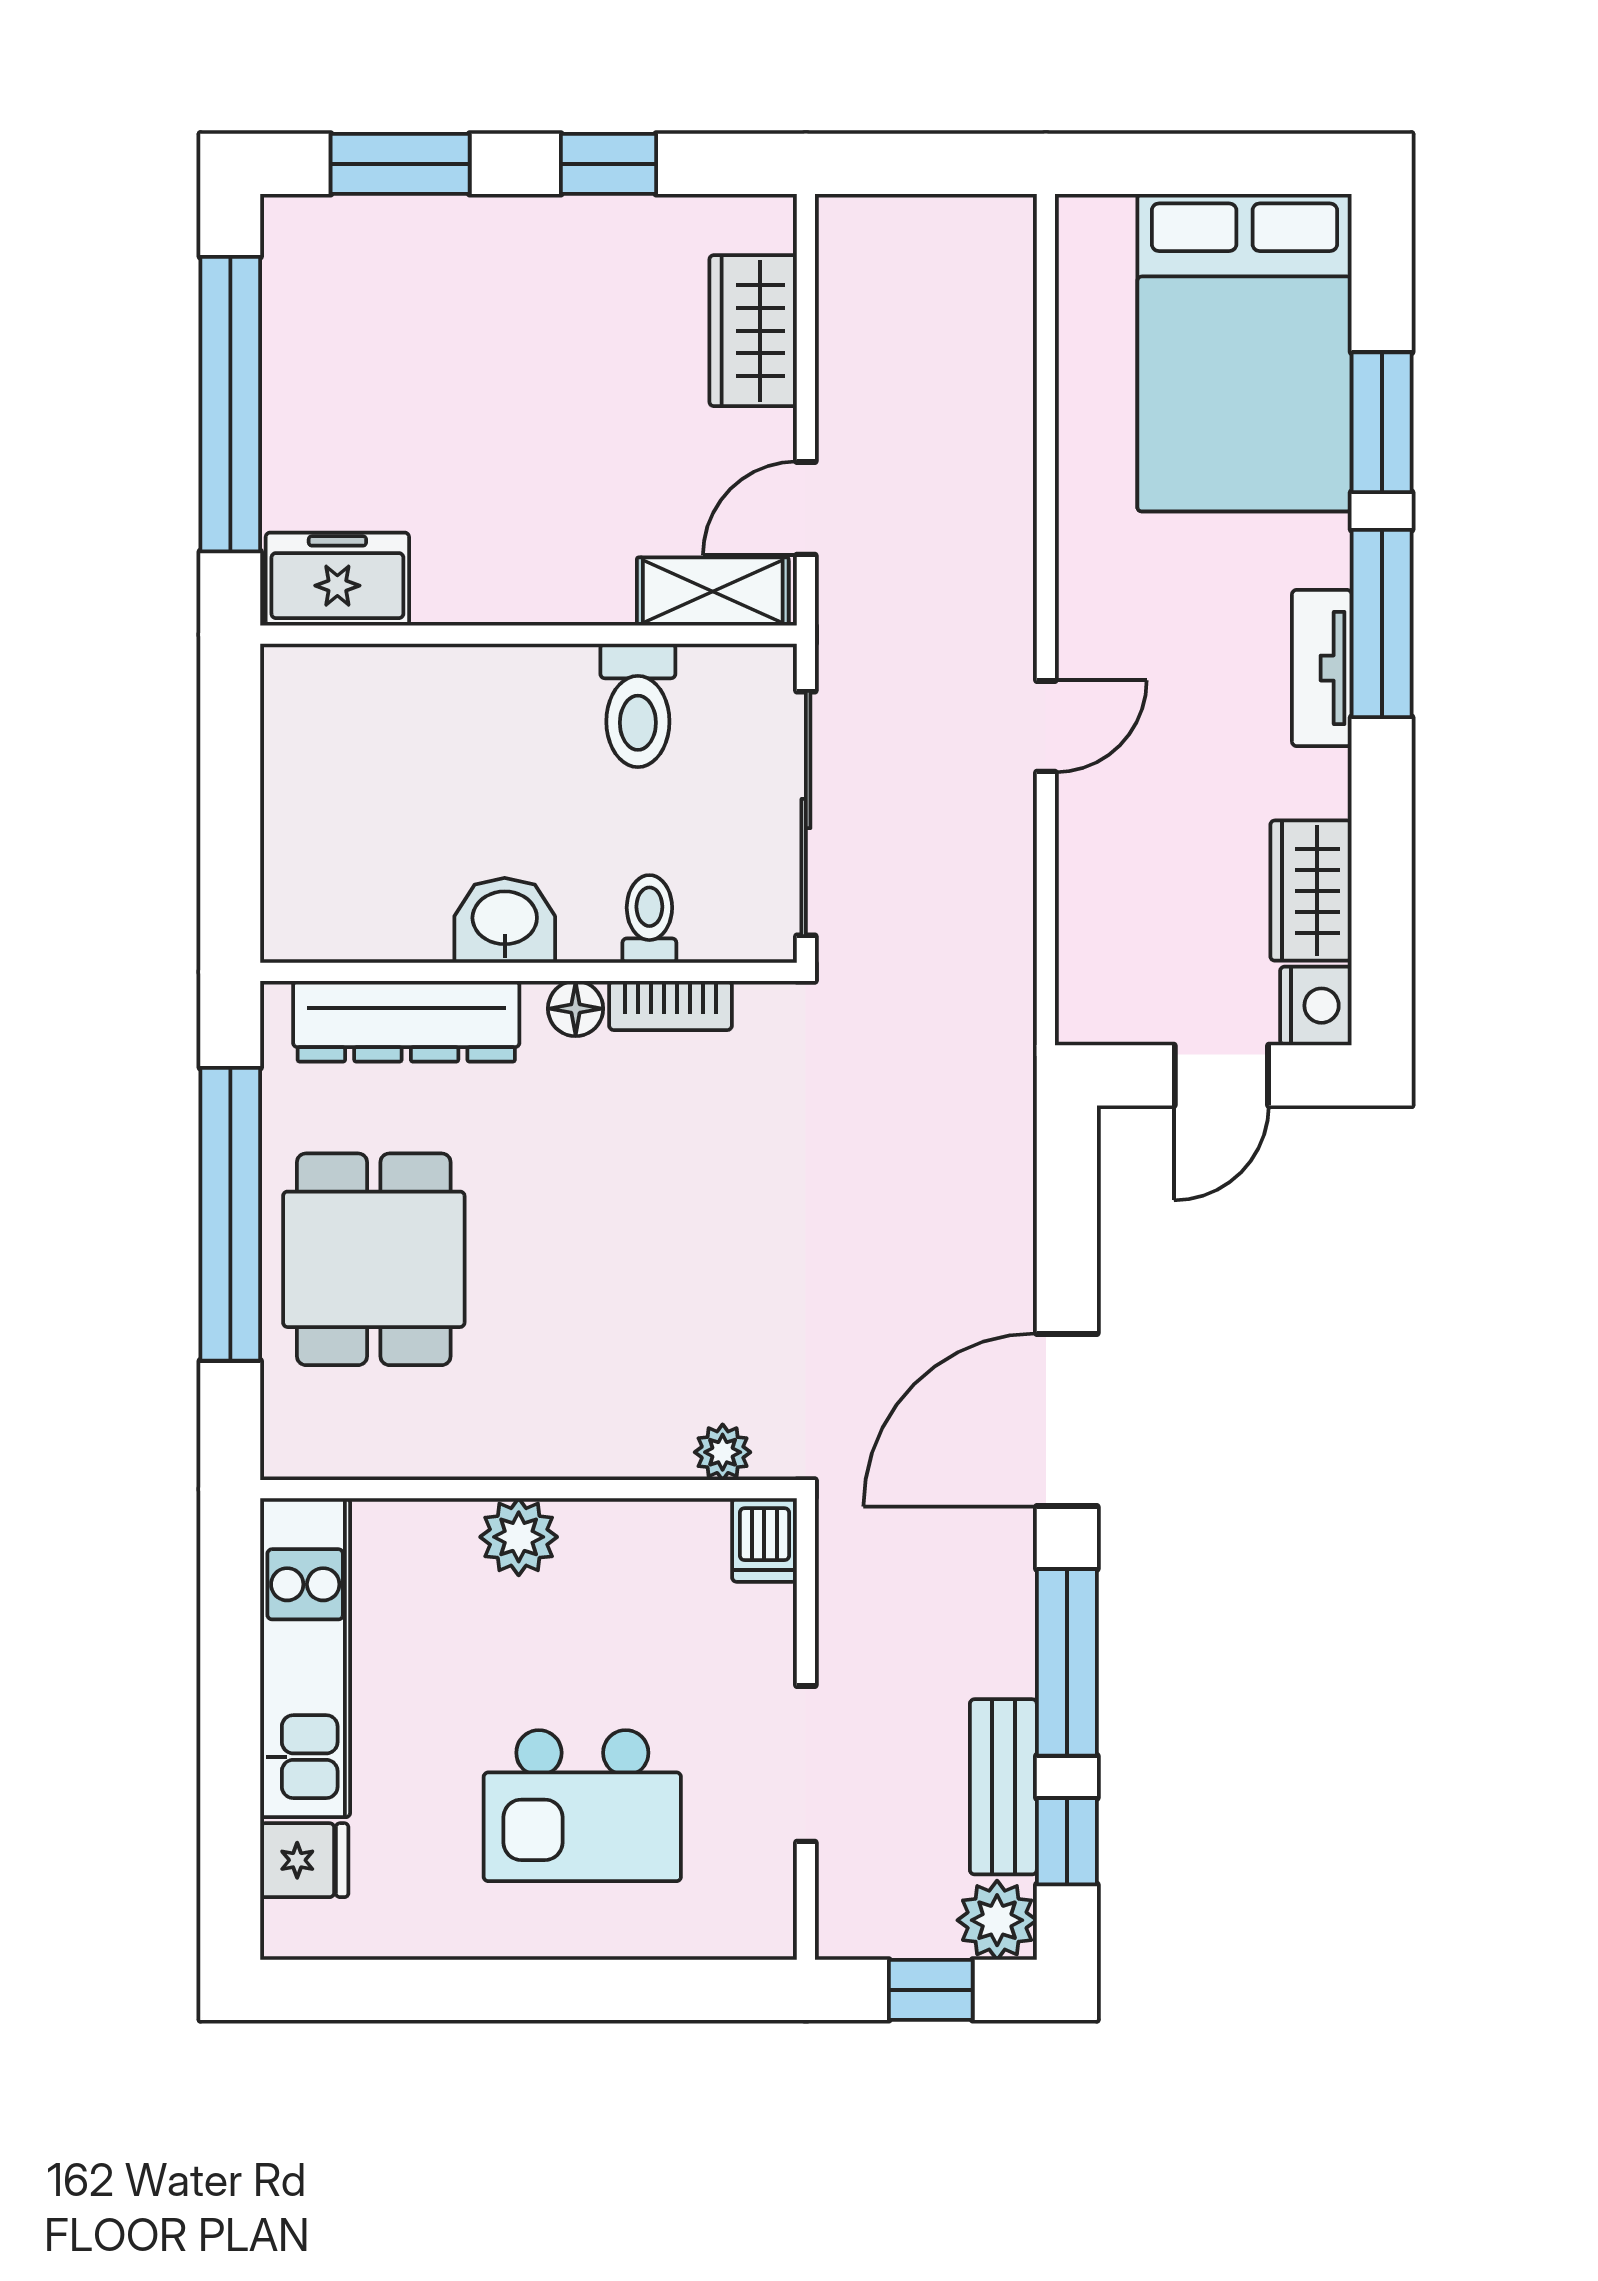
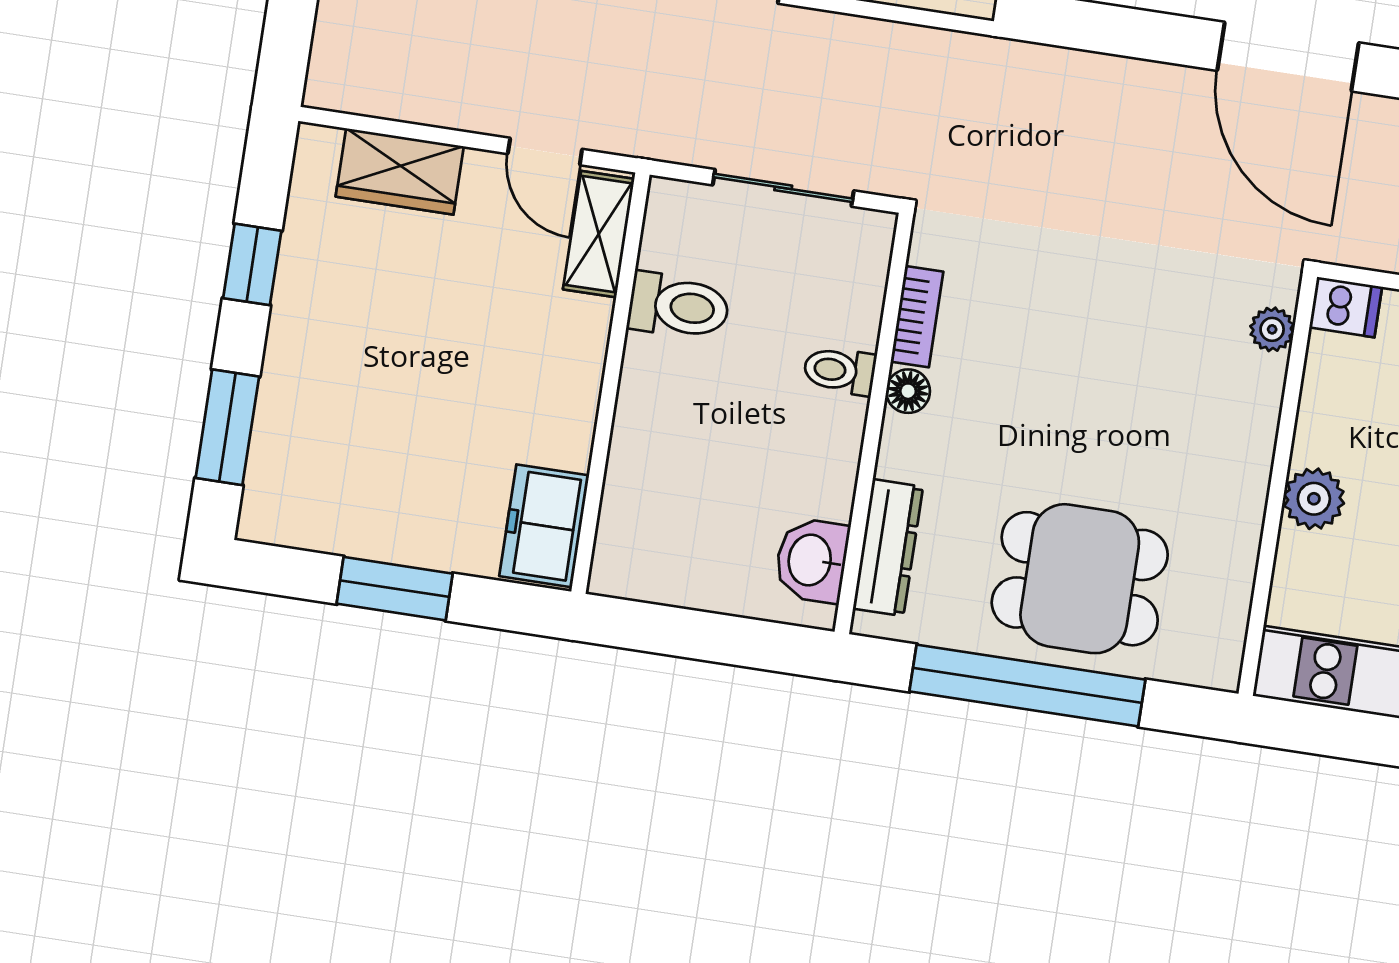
window: (230, 404) -> (395, 589), width x0.47
sliding door: (806, 814) -> (783, 188), width x0.73
toilet: (649, 919) -> (840, 371), moved
washbasin: (505, 920) -> (812, 560), moved
dresser: (406, 1021) -> (888, 548), width x0.73, depth x0.80

